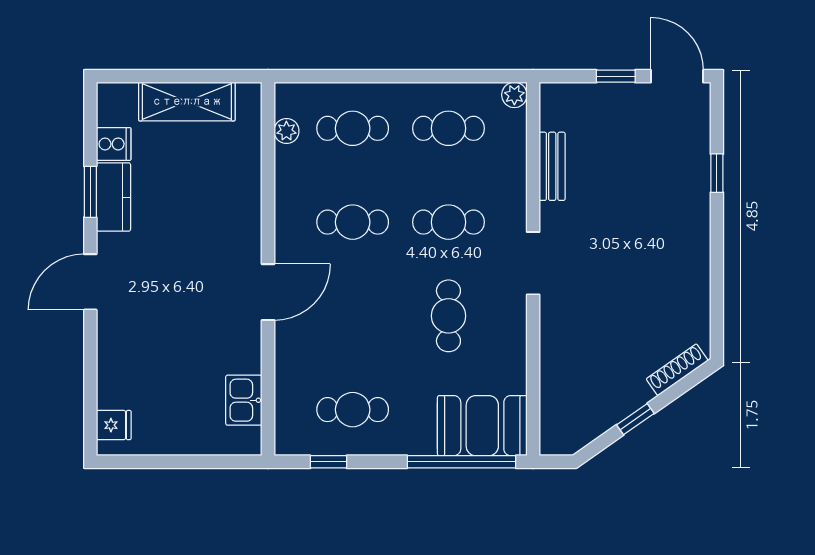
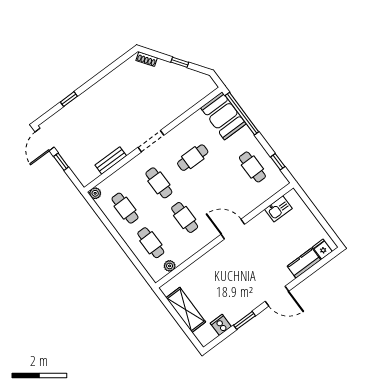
kitchen counter: (113, 197) -> (304, 263), moved
shoe rack: (677, 370) -> (147, 59), width x0.70

